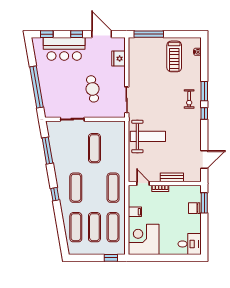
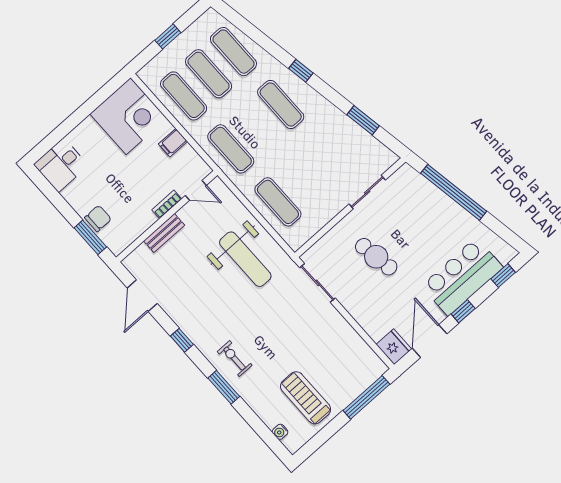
door: (102, 34) -> (430, 341), swing flipped
fridge: (118, 59) -> (394, 347), moved
window: (204, 113) -> (182, 340), moved
weight bench: (148, 136) -> (245, 259), turned -90
exercise mat: (94, 148) -> (278, 202), moved
window: (47, 151) -> (363, 120), width x0.69
window: (111, 258) -> (168, 36), moved

